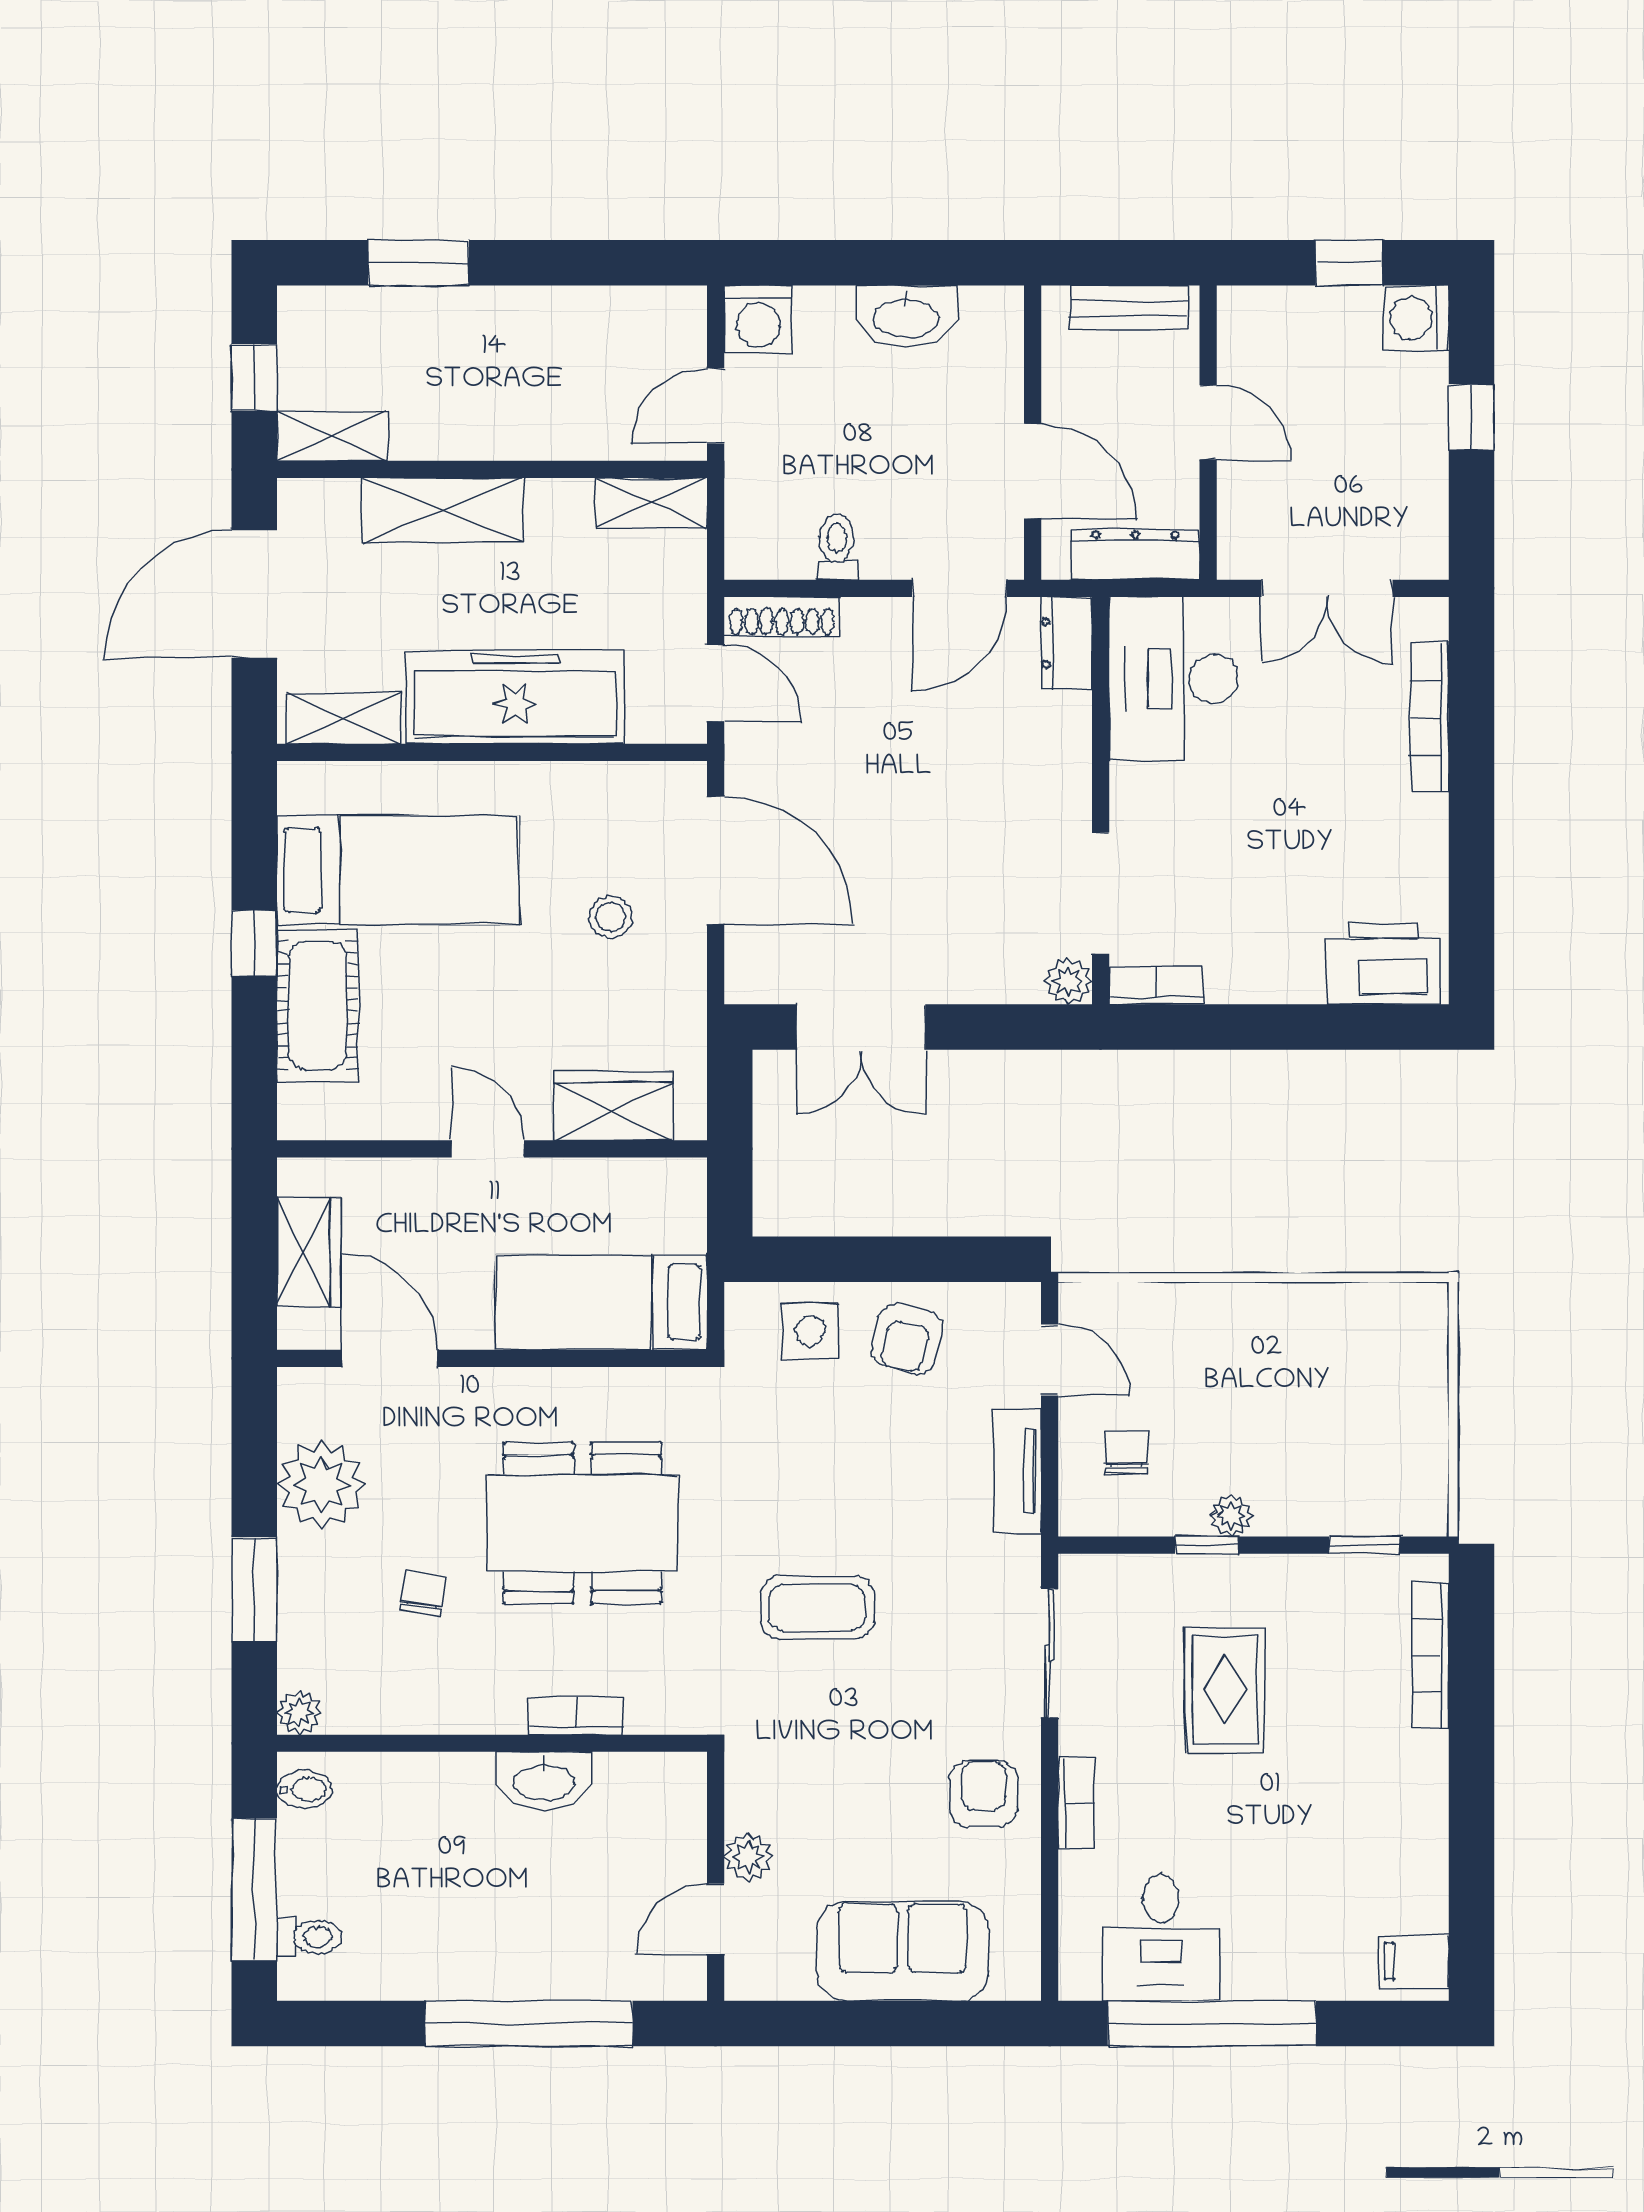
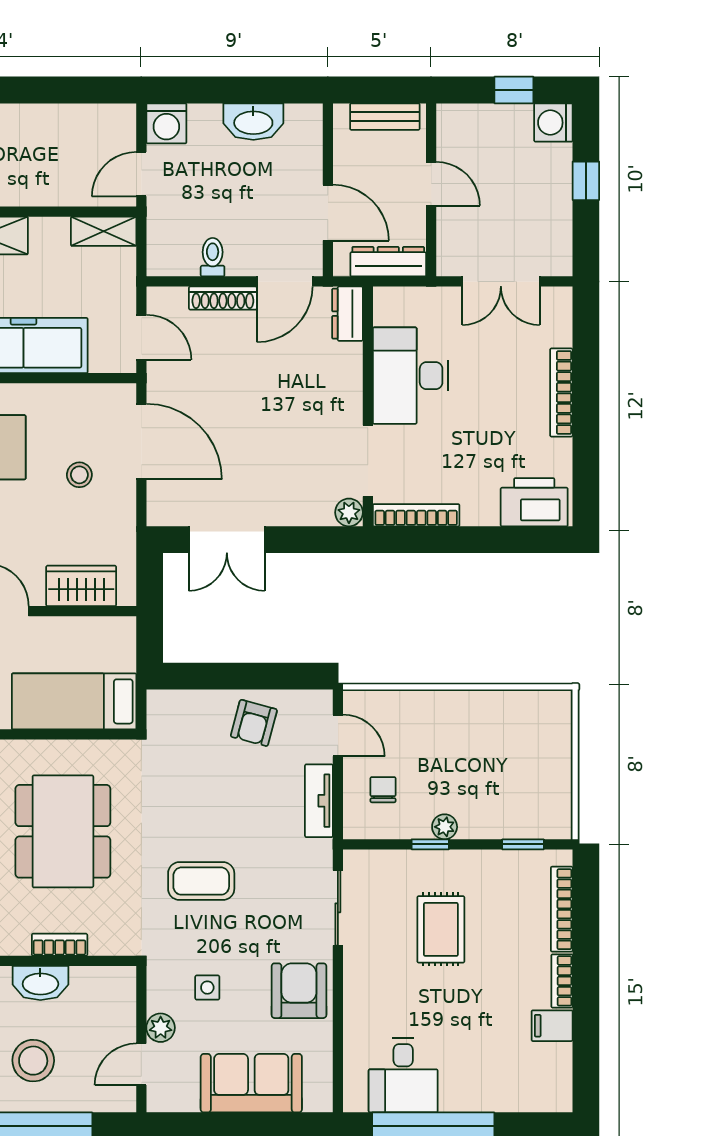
shoe rack: (782, 616) -> (223, 298), moved
desk: (1173, 679) -> (411, 376), moved
bookcase: (1430, 718) -> (561, 393), moved
bookcase: (1156, 986) -> (416, 515), width x1.56
side table: (810, 1331) -> (207, 988), moved, width x0.73, depth x0.73
dining table: (582, 1523) -> (63, 831), turned 90
armchair: (984, 1794) -> (299, 991), width x1.38, depth x1.38
bookcase: (1076, 1803) -> (562, 981), moved, turned 180
stool: (532, 1913) -> (33, 1061), added
filing cabinet: (1414, 1961) -> (552, 1026), moved

